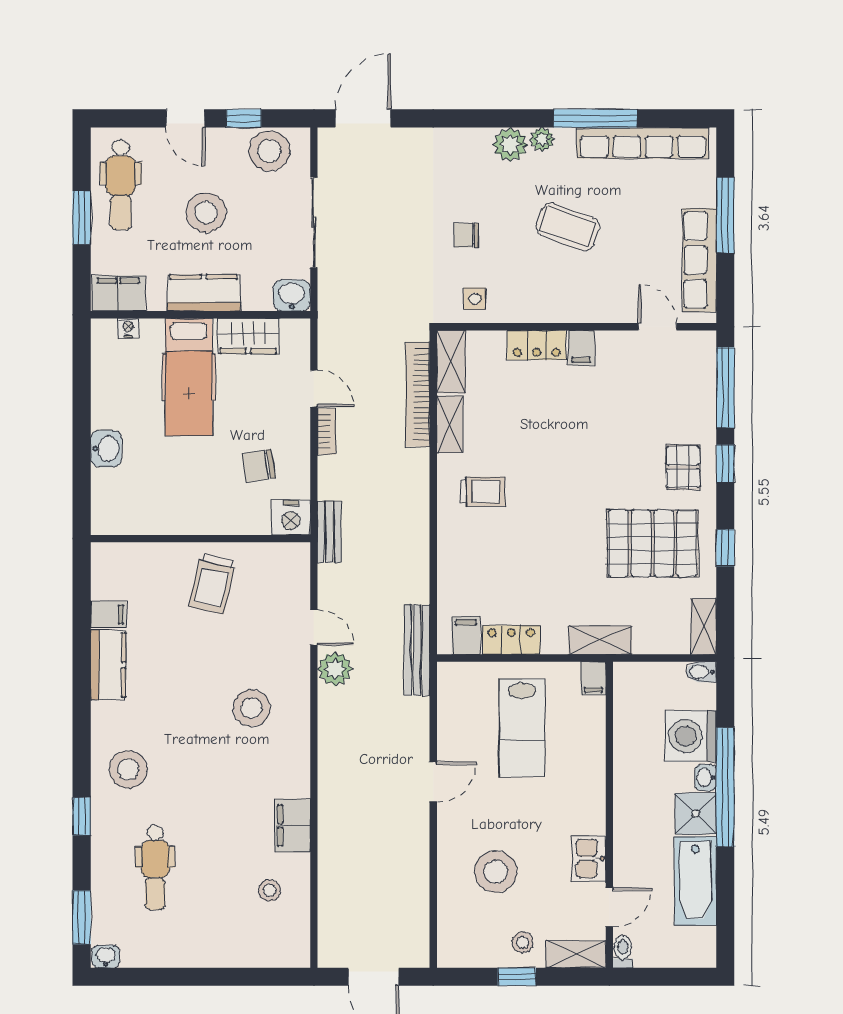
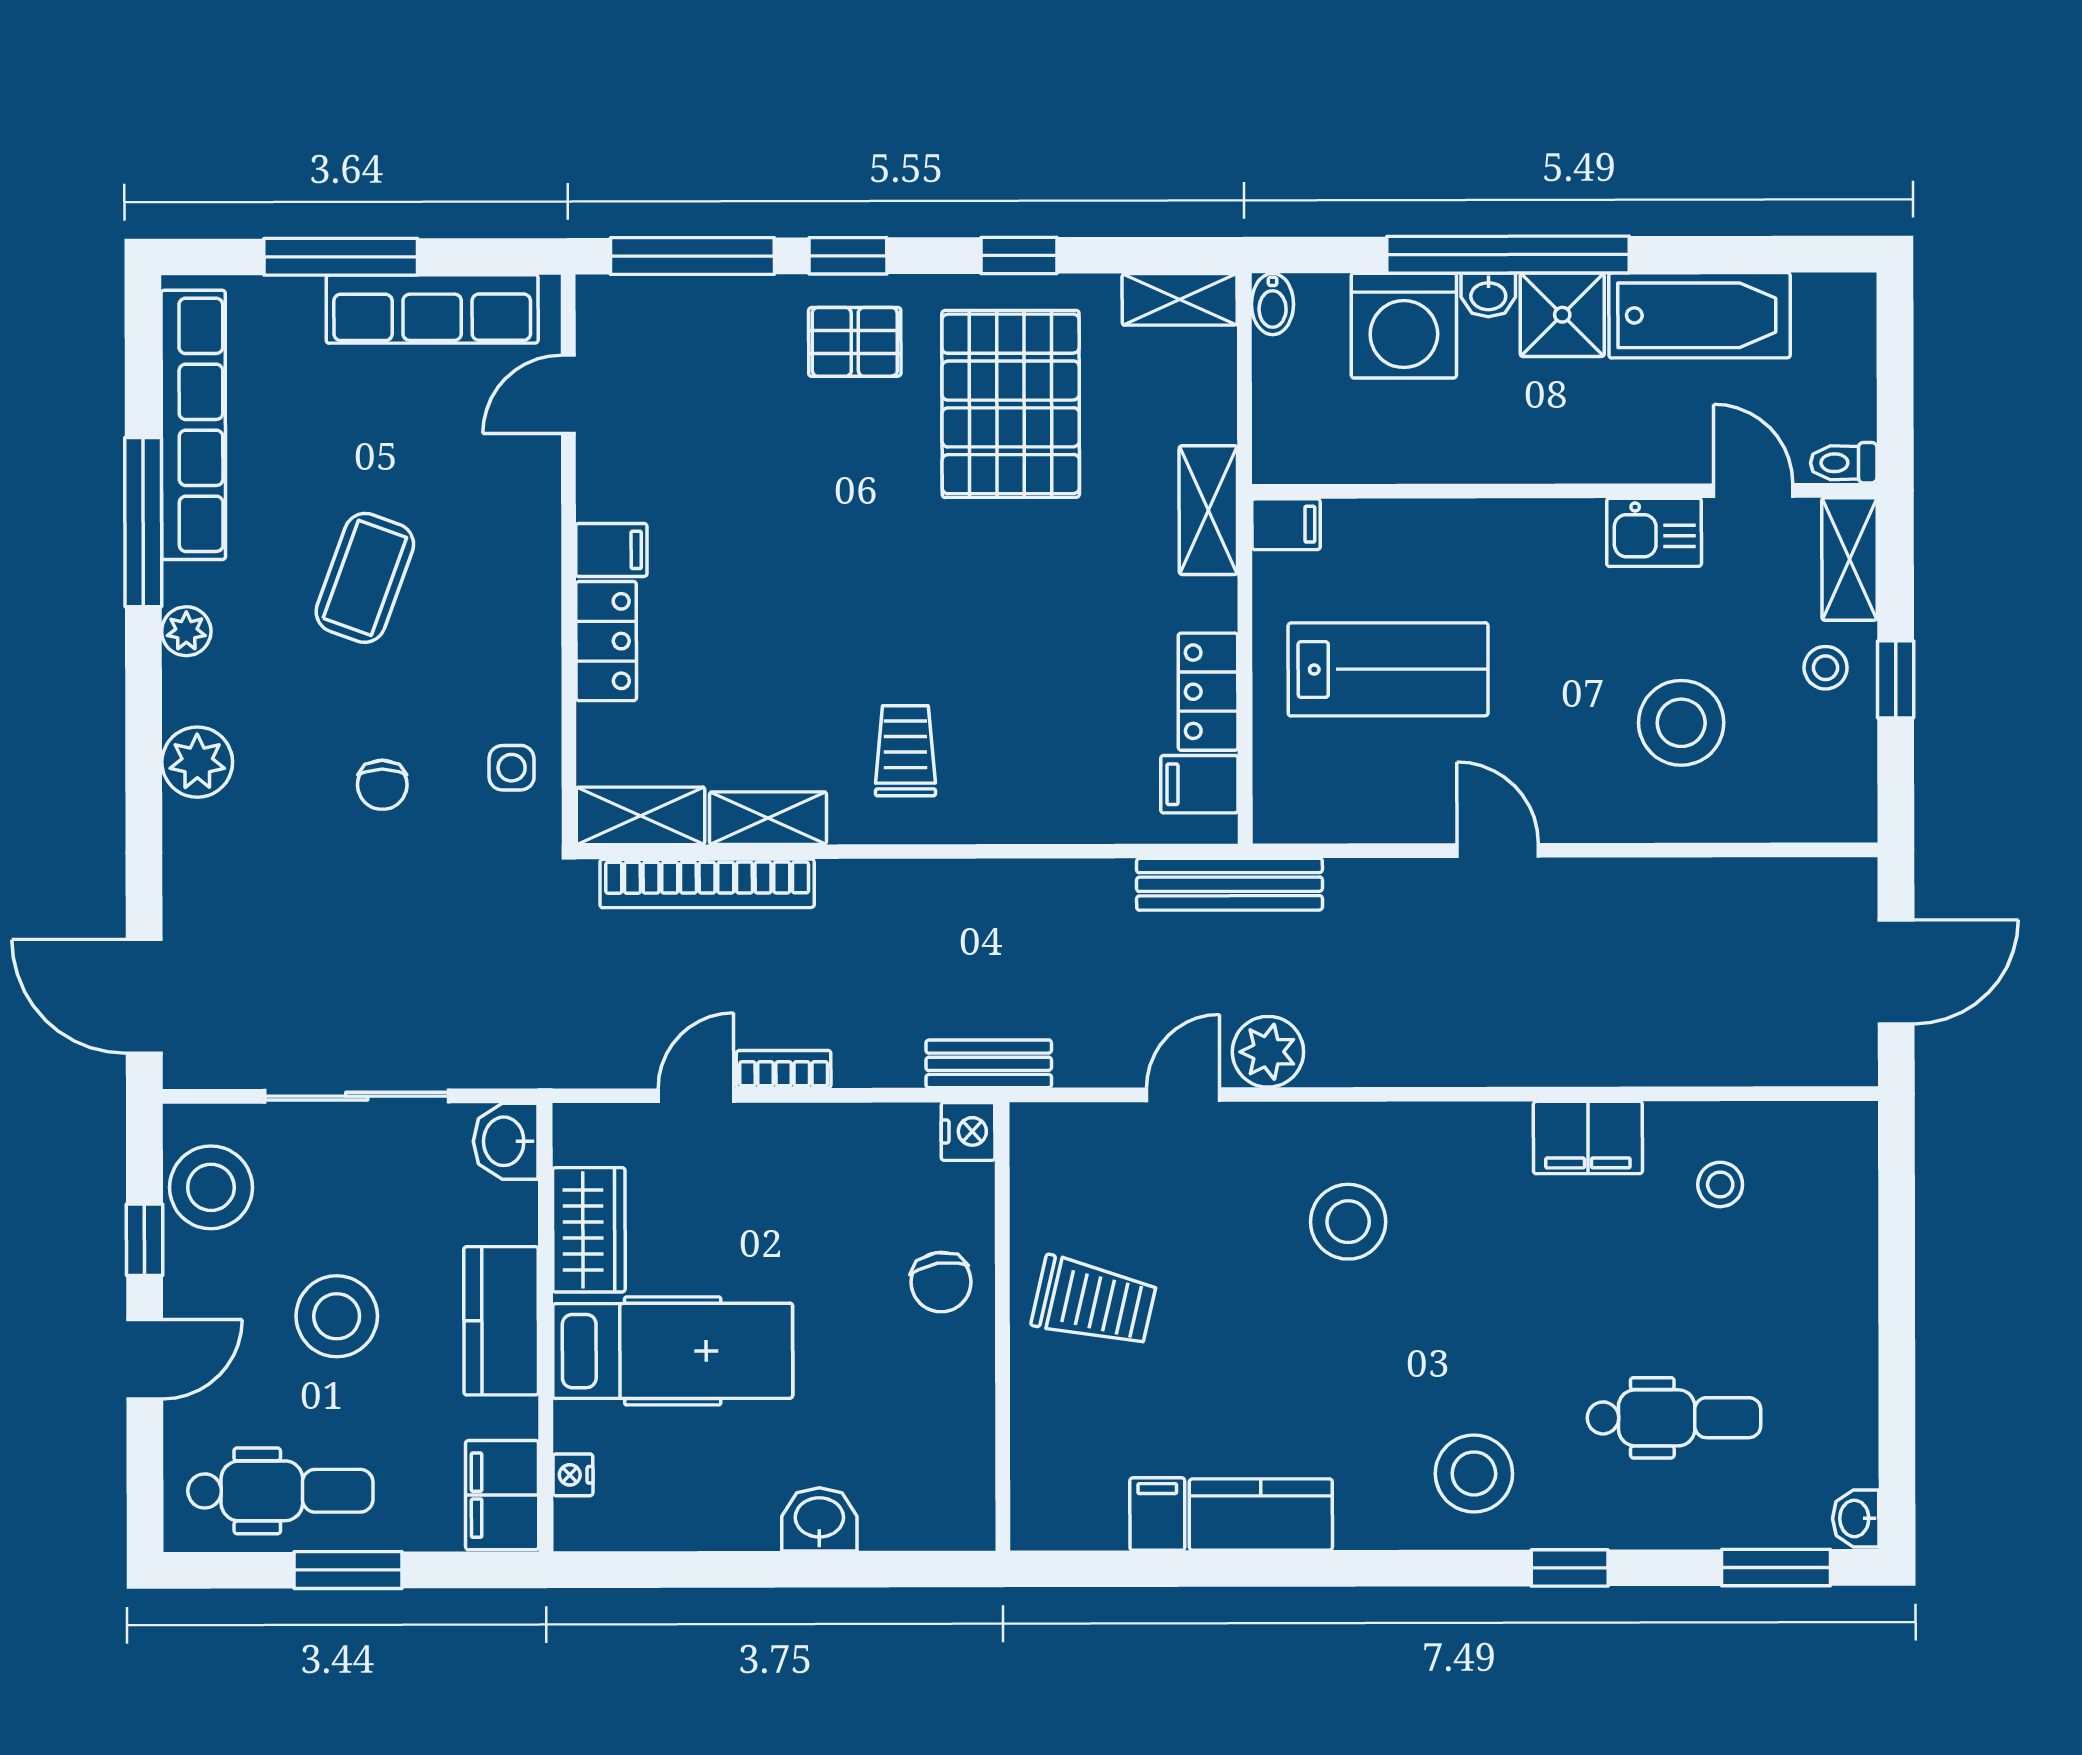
plant: (510, 145) -> (197, 762), moved
chair: (259, 466) -> (941, 1282), moved
nightstand: (291, 518) -> (968, 1131), width x0.74, depth x0.75

